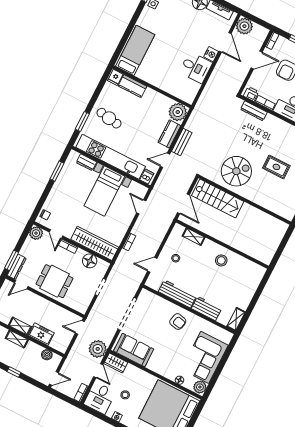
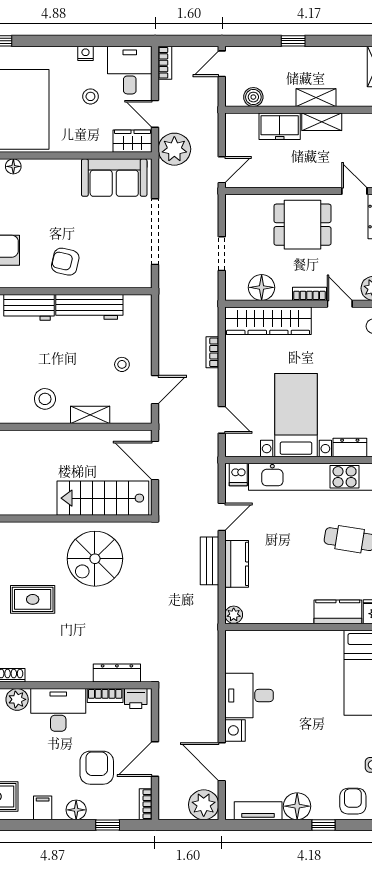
plant: (178, 112) -> (234, 615), width x0.53, depth x0.53
shelving: (194, 237) -> (90, 415), moved
door: (152, 265) -> (155, 390), moved
door: (21, 285) -> (354, 191), hinge flipped

